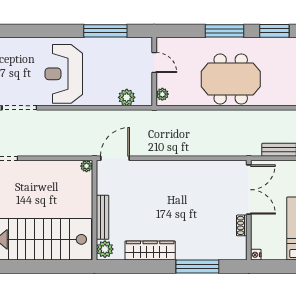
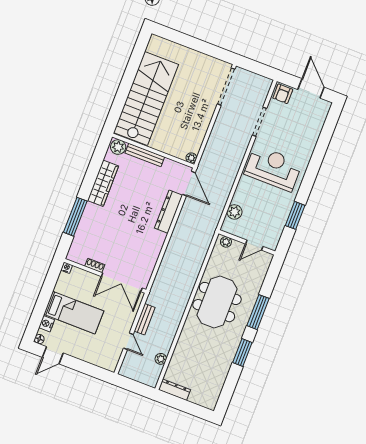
window: (105, 31) -> (295, 215), width x0.69
dresser: (153, 168) -> (169, 212), added

